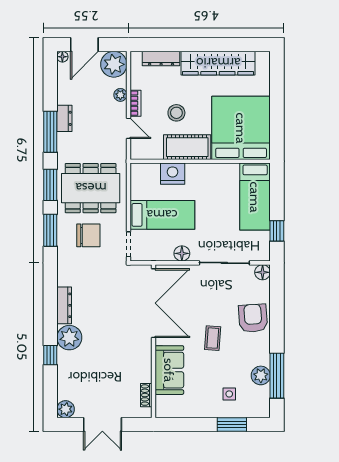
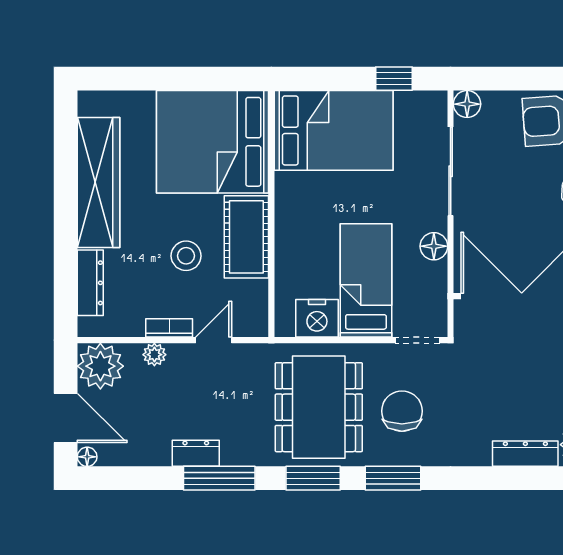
nightstand: (173, 174) -> (317, 318), moved, turned -90
bed: (255, 197) -> (334, 130), width x1.50

